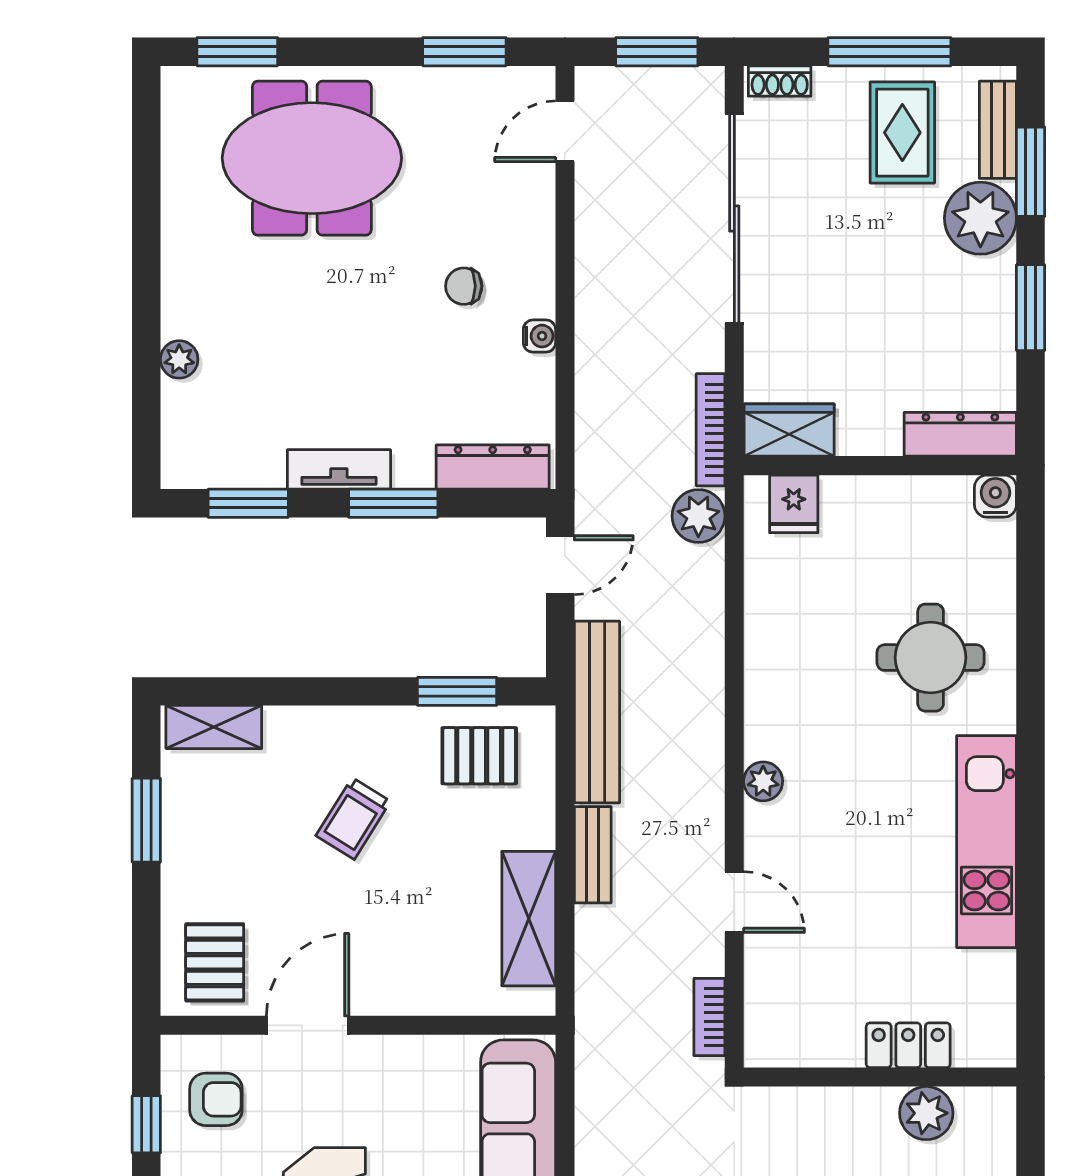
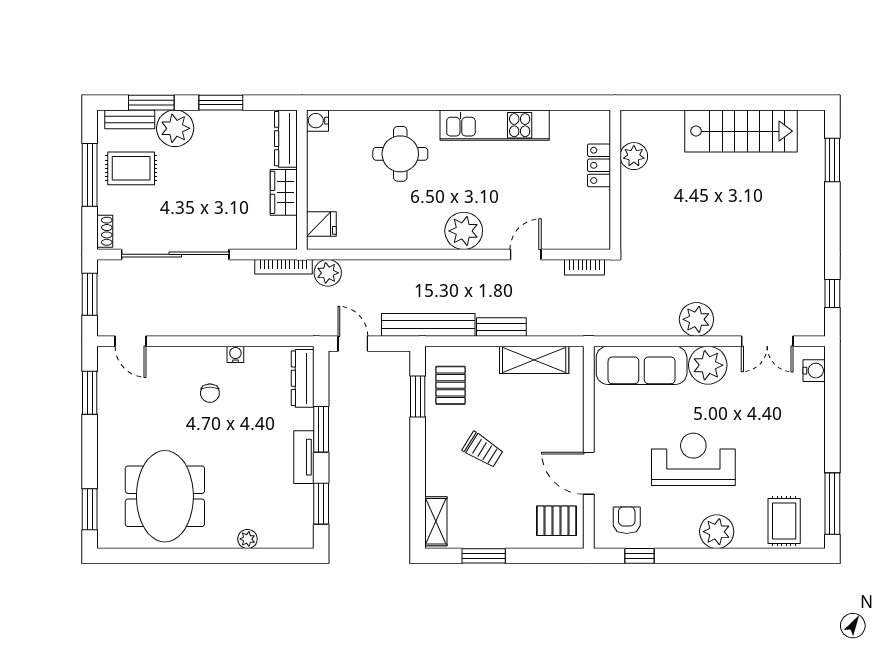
meeting table: (312, 158) -> (165, 496), moved
wardrobe: (789, 430) -> (284, 192), moved
plant: (763, 781) -> (464, 231), width x1.87, depth x1.87

